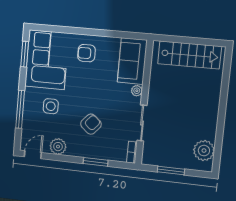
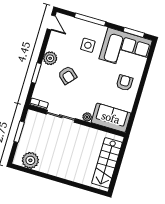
plant: (58, 147) -> (50, 58), moved

